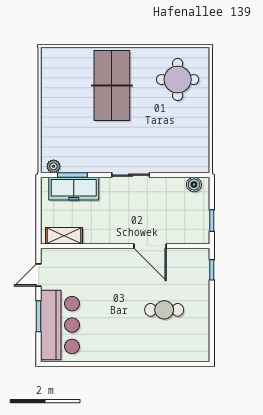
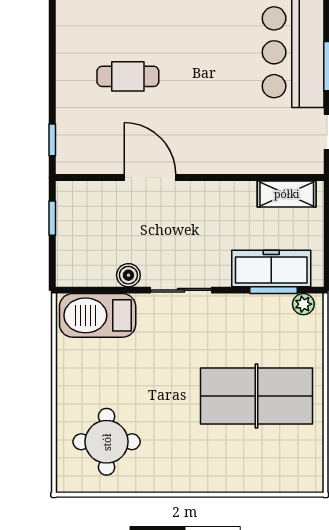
table tennis table: (112, 86) -> (257, 396), moved, turned 90
barbecue: (183, 159) -> (98, 315), added
boiler: (194, 185) -> (128, 275), moved

